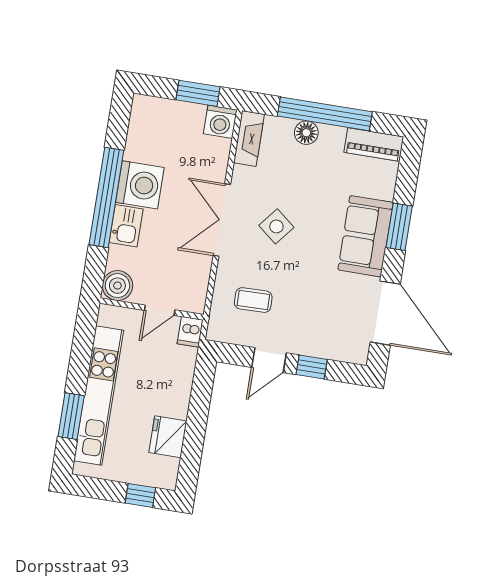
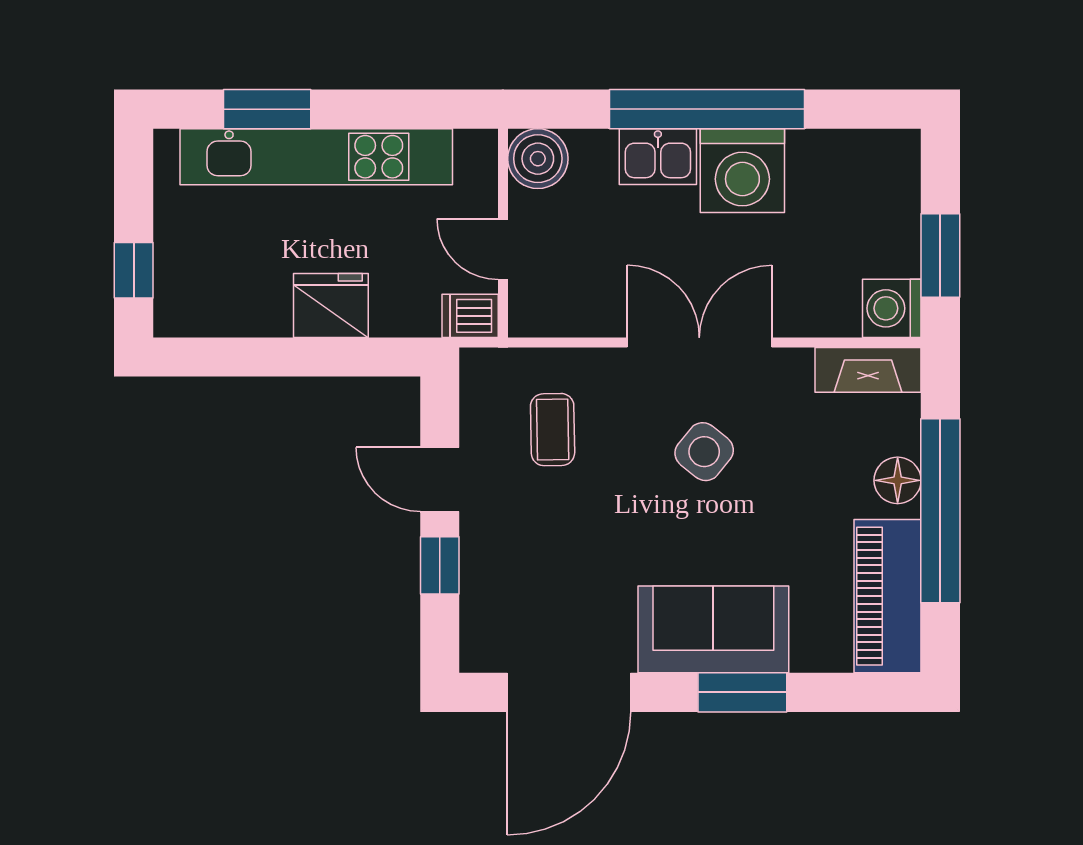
piano: (374, 145) -> (888, 596), width x1.37, depth x1.33
fridge: (168, 437) -> (331, 305), moved

